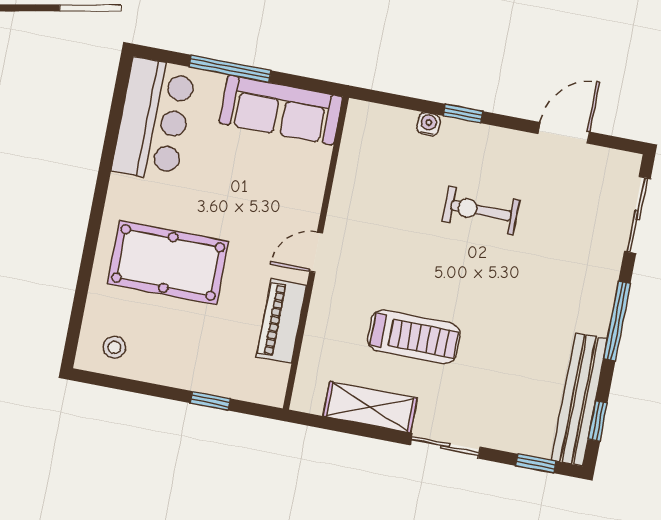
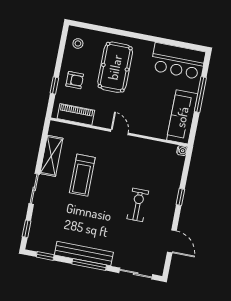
water cooler: (428, 124) -> (182, 151), moved
piano: (282, 321) -> (76, 114), moved
armchair: (198, 354) -> (75, 80), added
bench: (579, 399) -> (84, 254), moved

